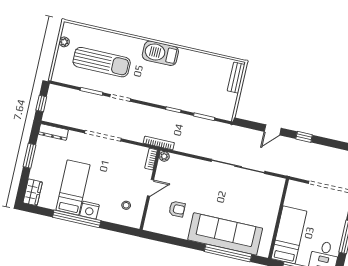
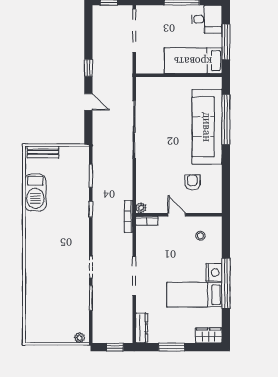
plant: (64, 42) -> (80, 338), moved
barbecue: (160, 53) -> (35, 192), moved
sun lounger: (102, 62) -> (58, 294), removed

